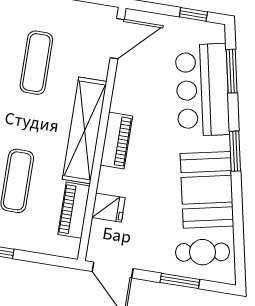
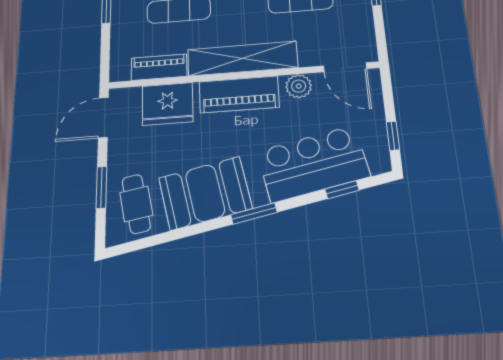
window: (232, 71) -> (342, 190), width x0.67
plant: (125, 85) -> (299, 86), added
piano: (116, 141) -> (239, 94), width x1.37, depth x1.33
fridge: (108, 208) -> (168, 104), width x1.88, depth x1.34

